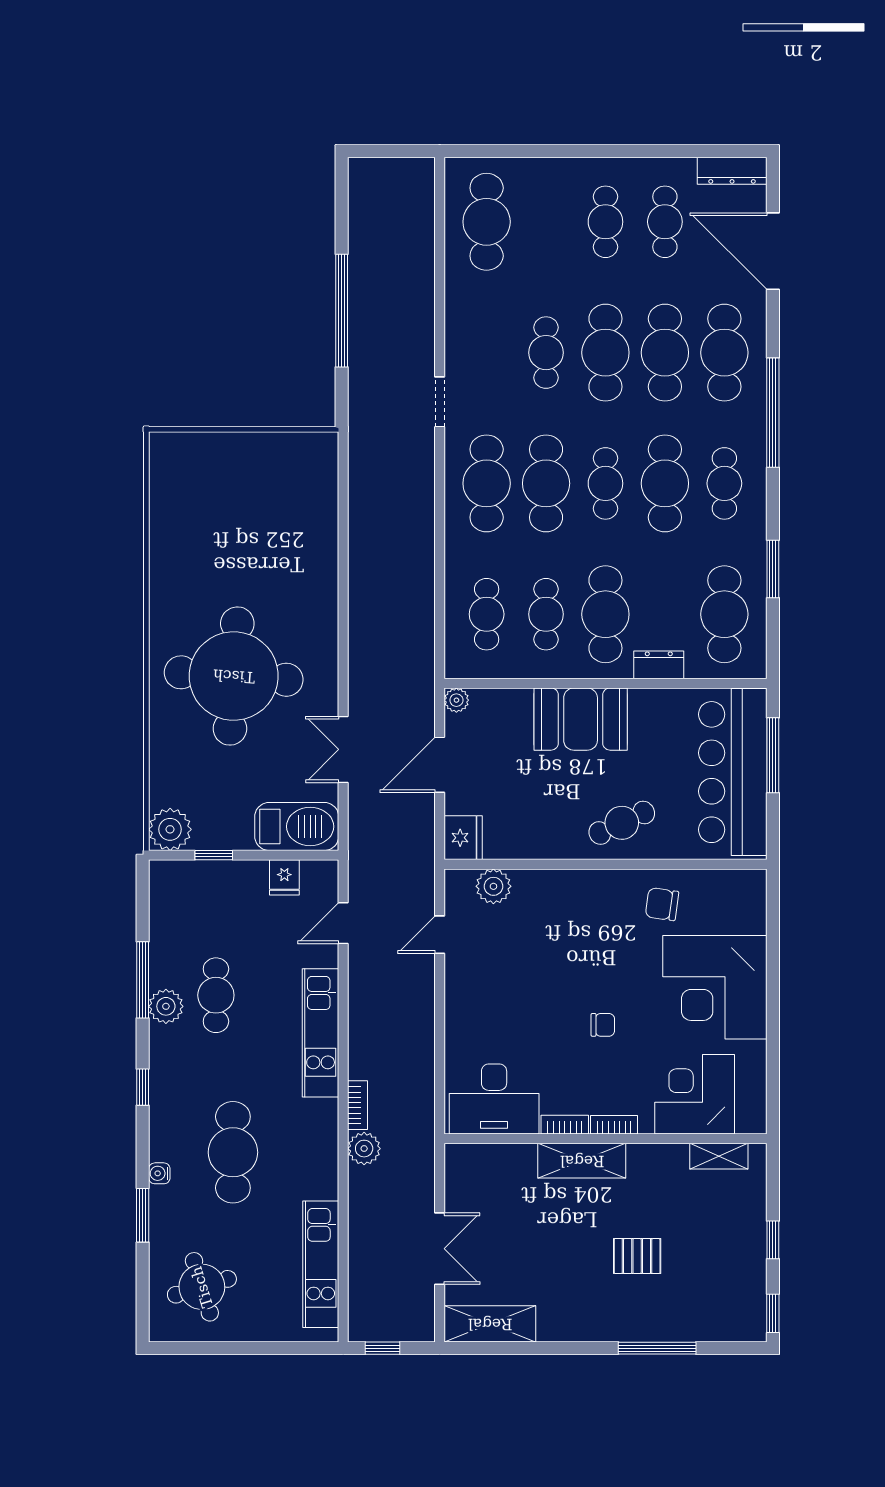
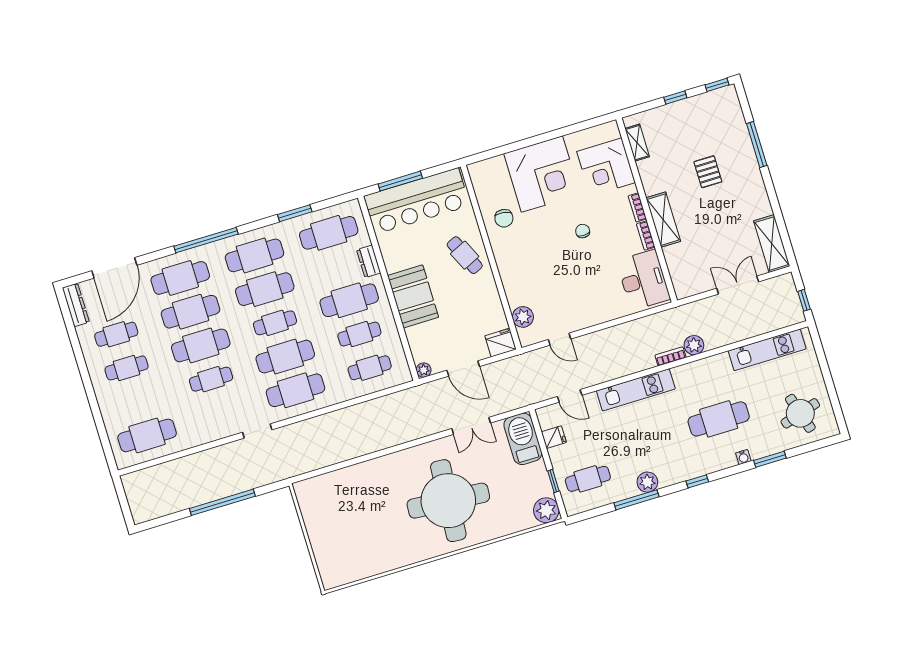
cafe table: (724, 483) -> (254, 255), width x1.37, depth x1.35
cafe table: (216, 995) -> (588, 479), moved

